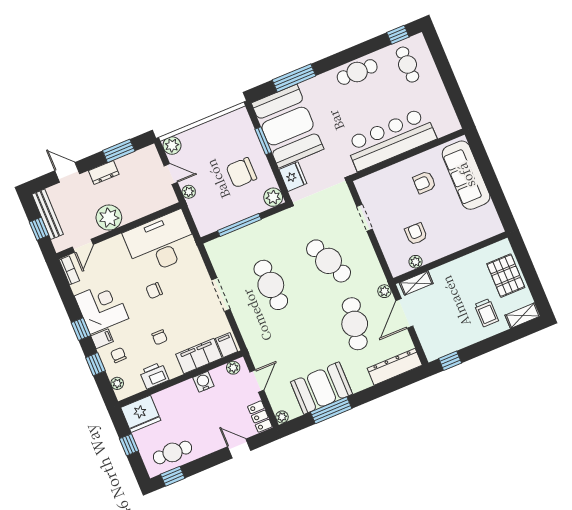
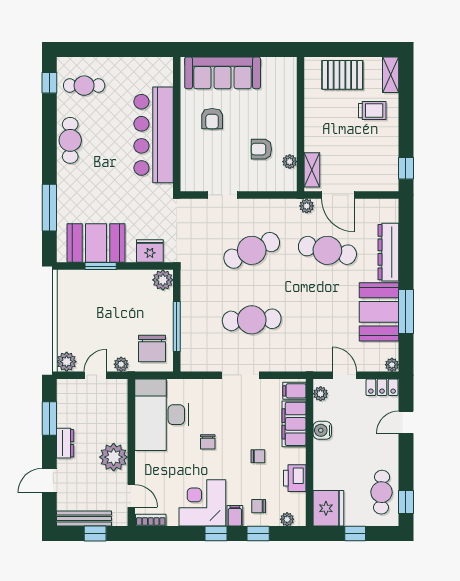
booth: (288, 126) -> (96, 243), width x0.73, depth x0.70
chair: (241, 173) -> (152, 349), moved
dresser: (395, 367) -> (388, 252), moved

